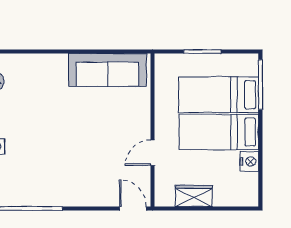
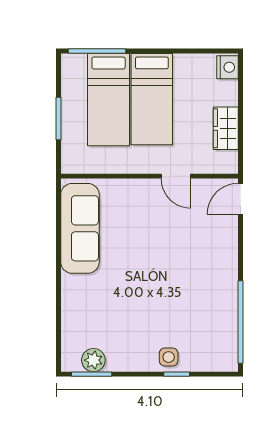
nightstand: (249, 161) -> (228, 67), moved, turned 90

